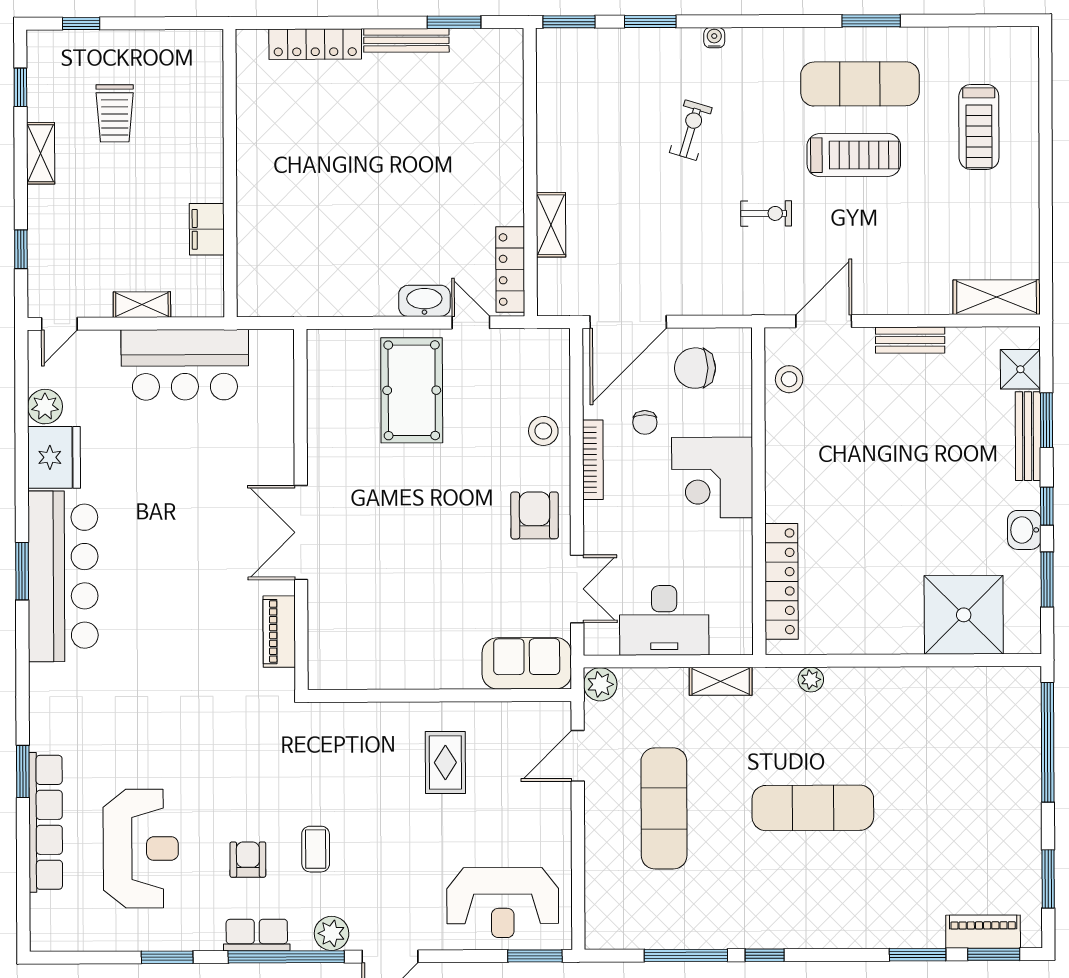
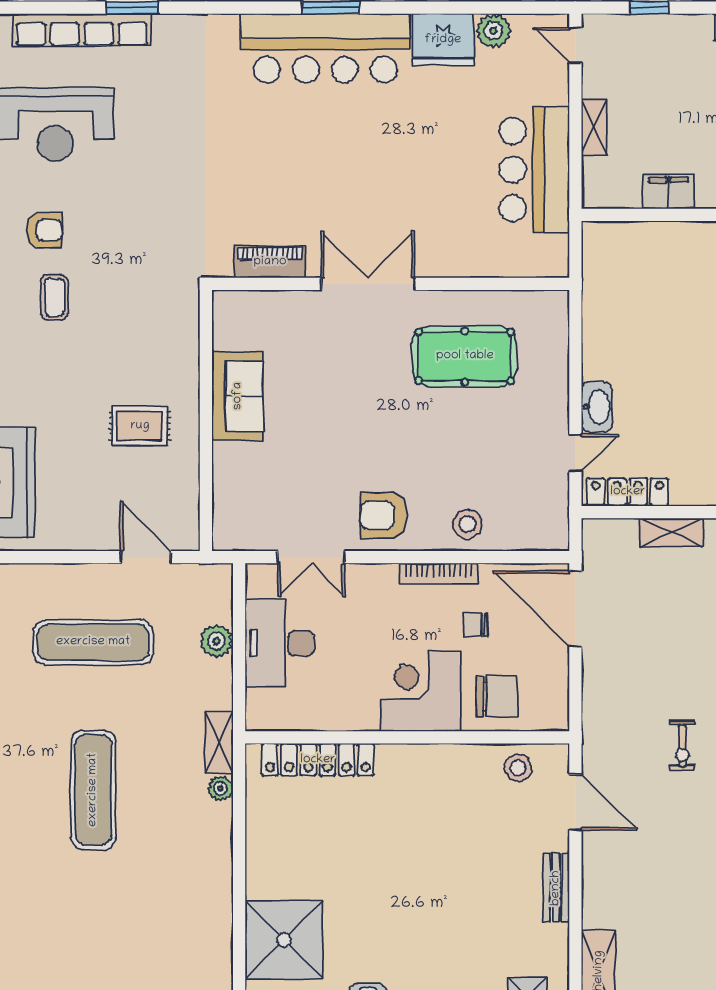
chair: (695, 368) -> (497, 697), moved, turned 90
pool table: (412, 390) -> (465, 356), moved
armchair: (535, 515) -> (384, 515), turned 180
sofa: (527, 663) -> (238, 396), moved
shelving: (721, 681) -> (219, 742), moved
plant: (600, 684) -> (216, 641), moved
coffee table: (316, 849) -> (54, 297), turned 90

